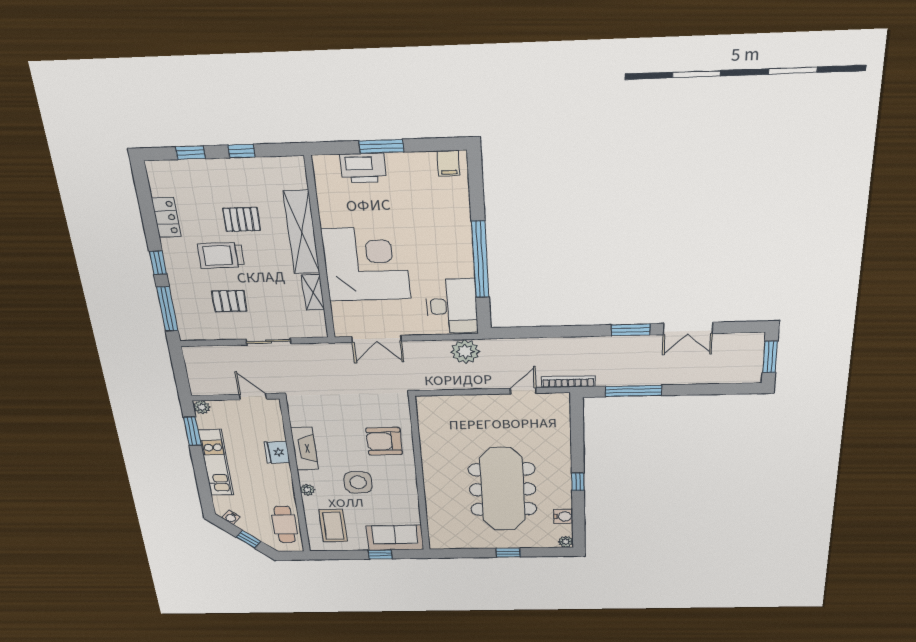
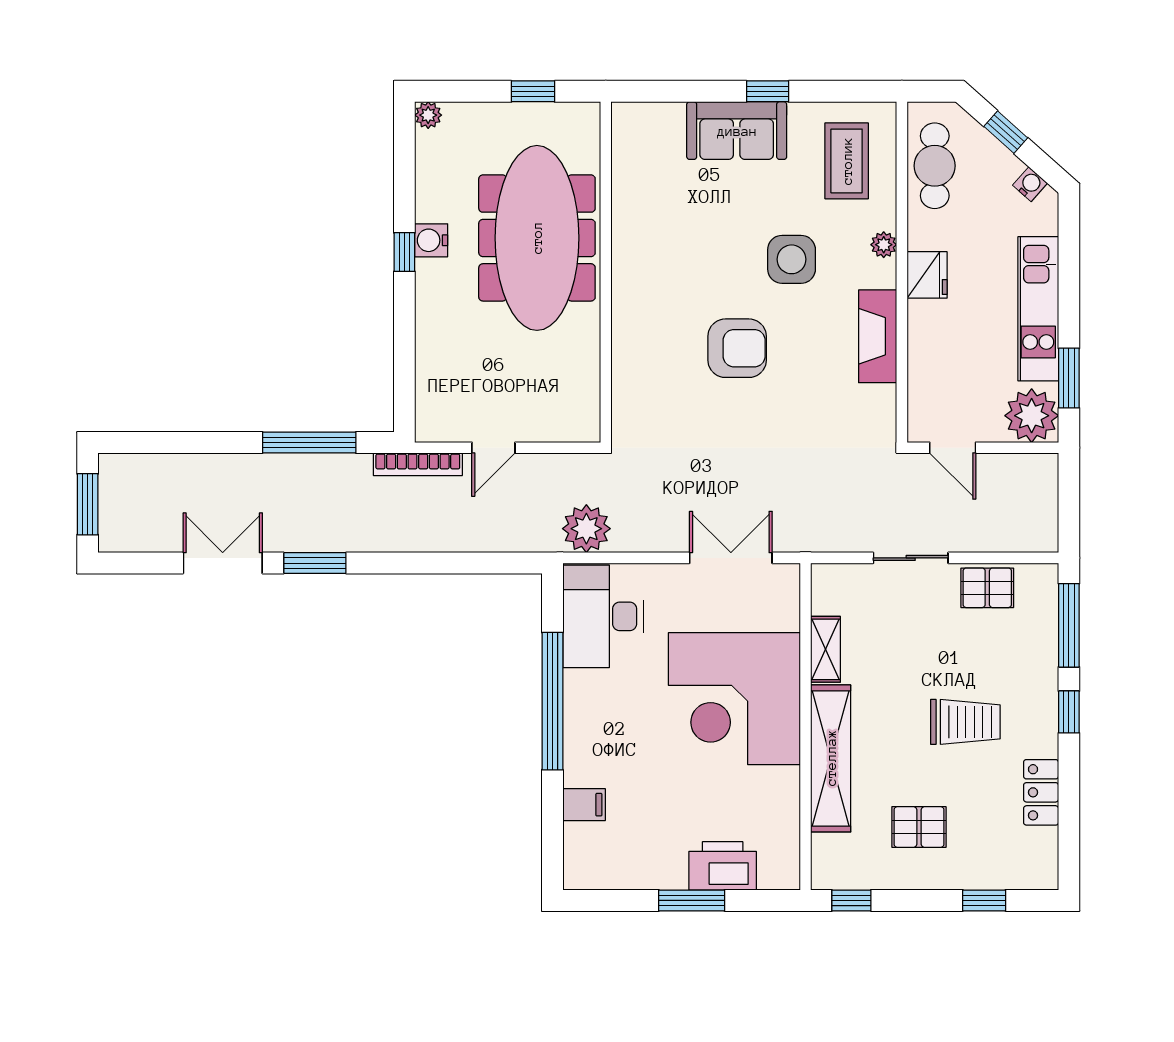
window: (242, 151) -> (851, 900), moved
filing cabinet: (449, 163) -> (584, 805), moved, turned 90
pallet: (242, 219) -> (919, 827), moved
pallet: (229, 301) -> (987, 588), moved
plant: (202, 407) -> (1032, 416), width x1.87, depth x1.87
fridge: (277, 452) -> (927, 275), moved
wall: (419, 476) -> (606, 272), moved
water cooler: (563, 516) -> (431, 240), moved

